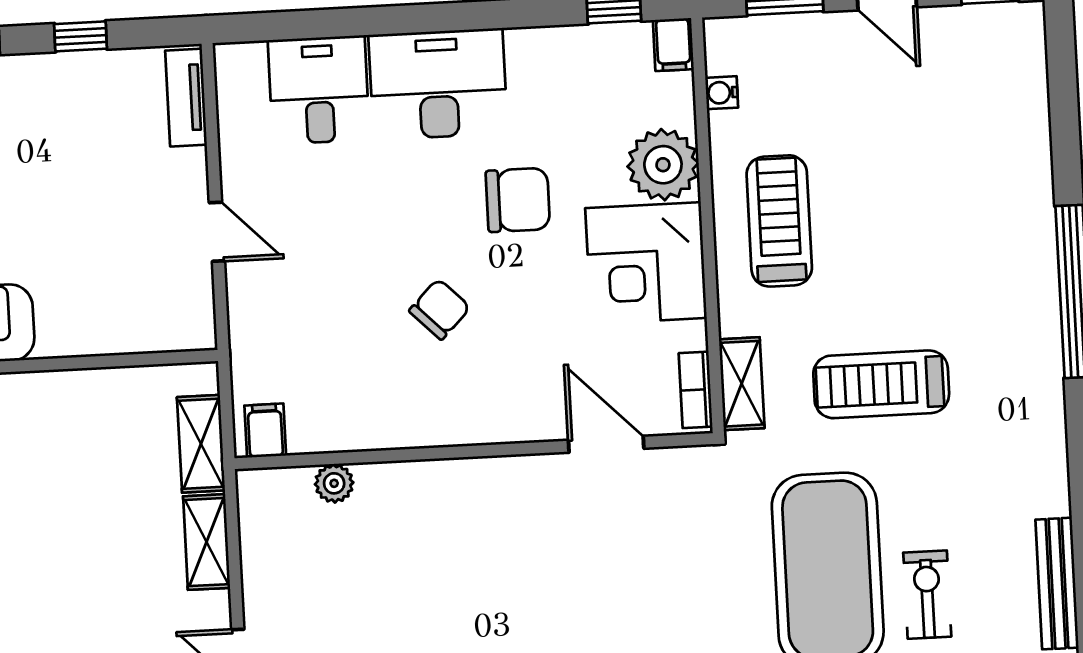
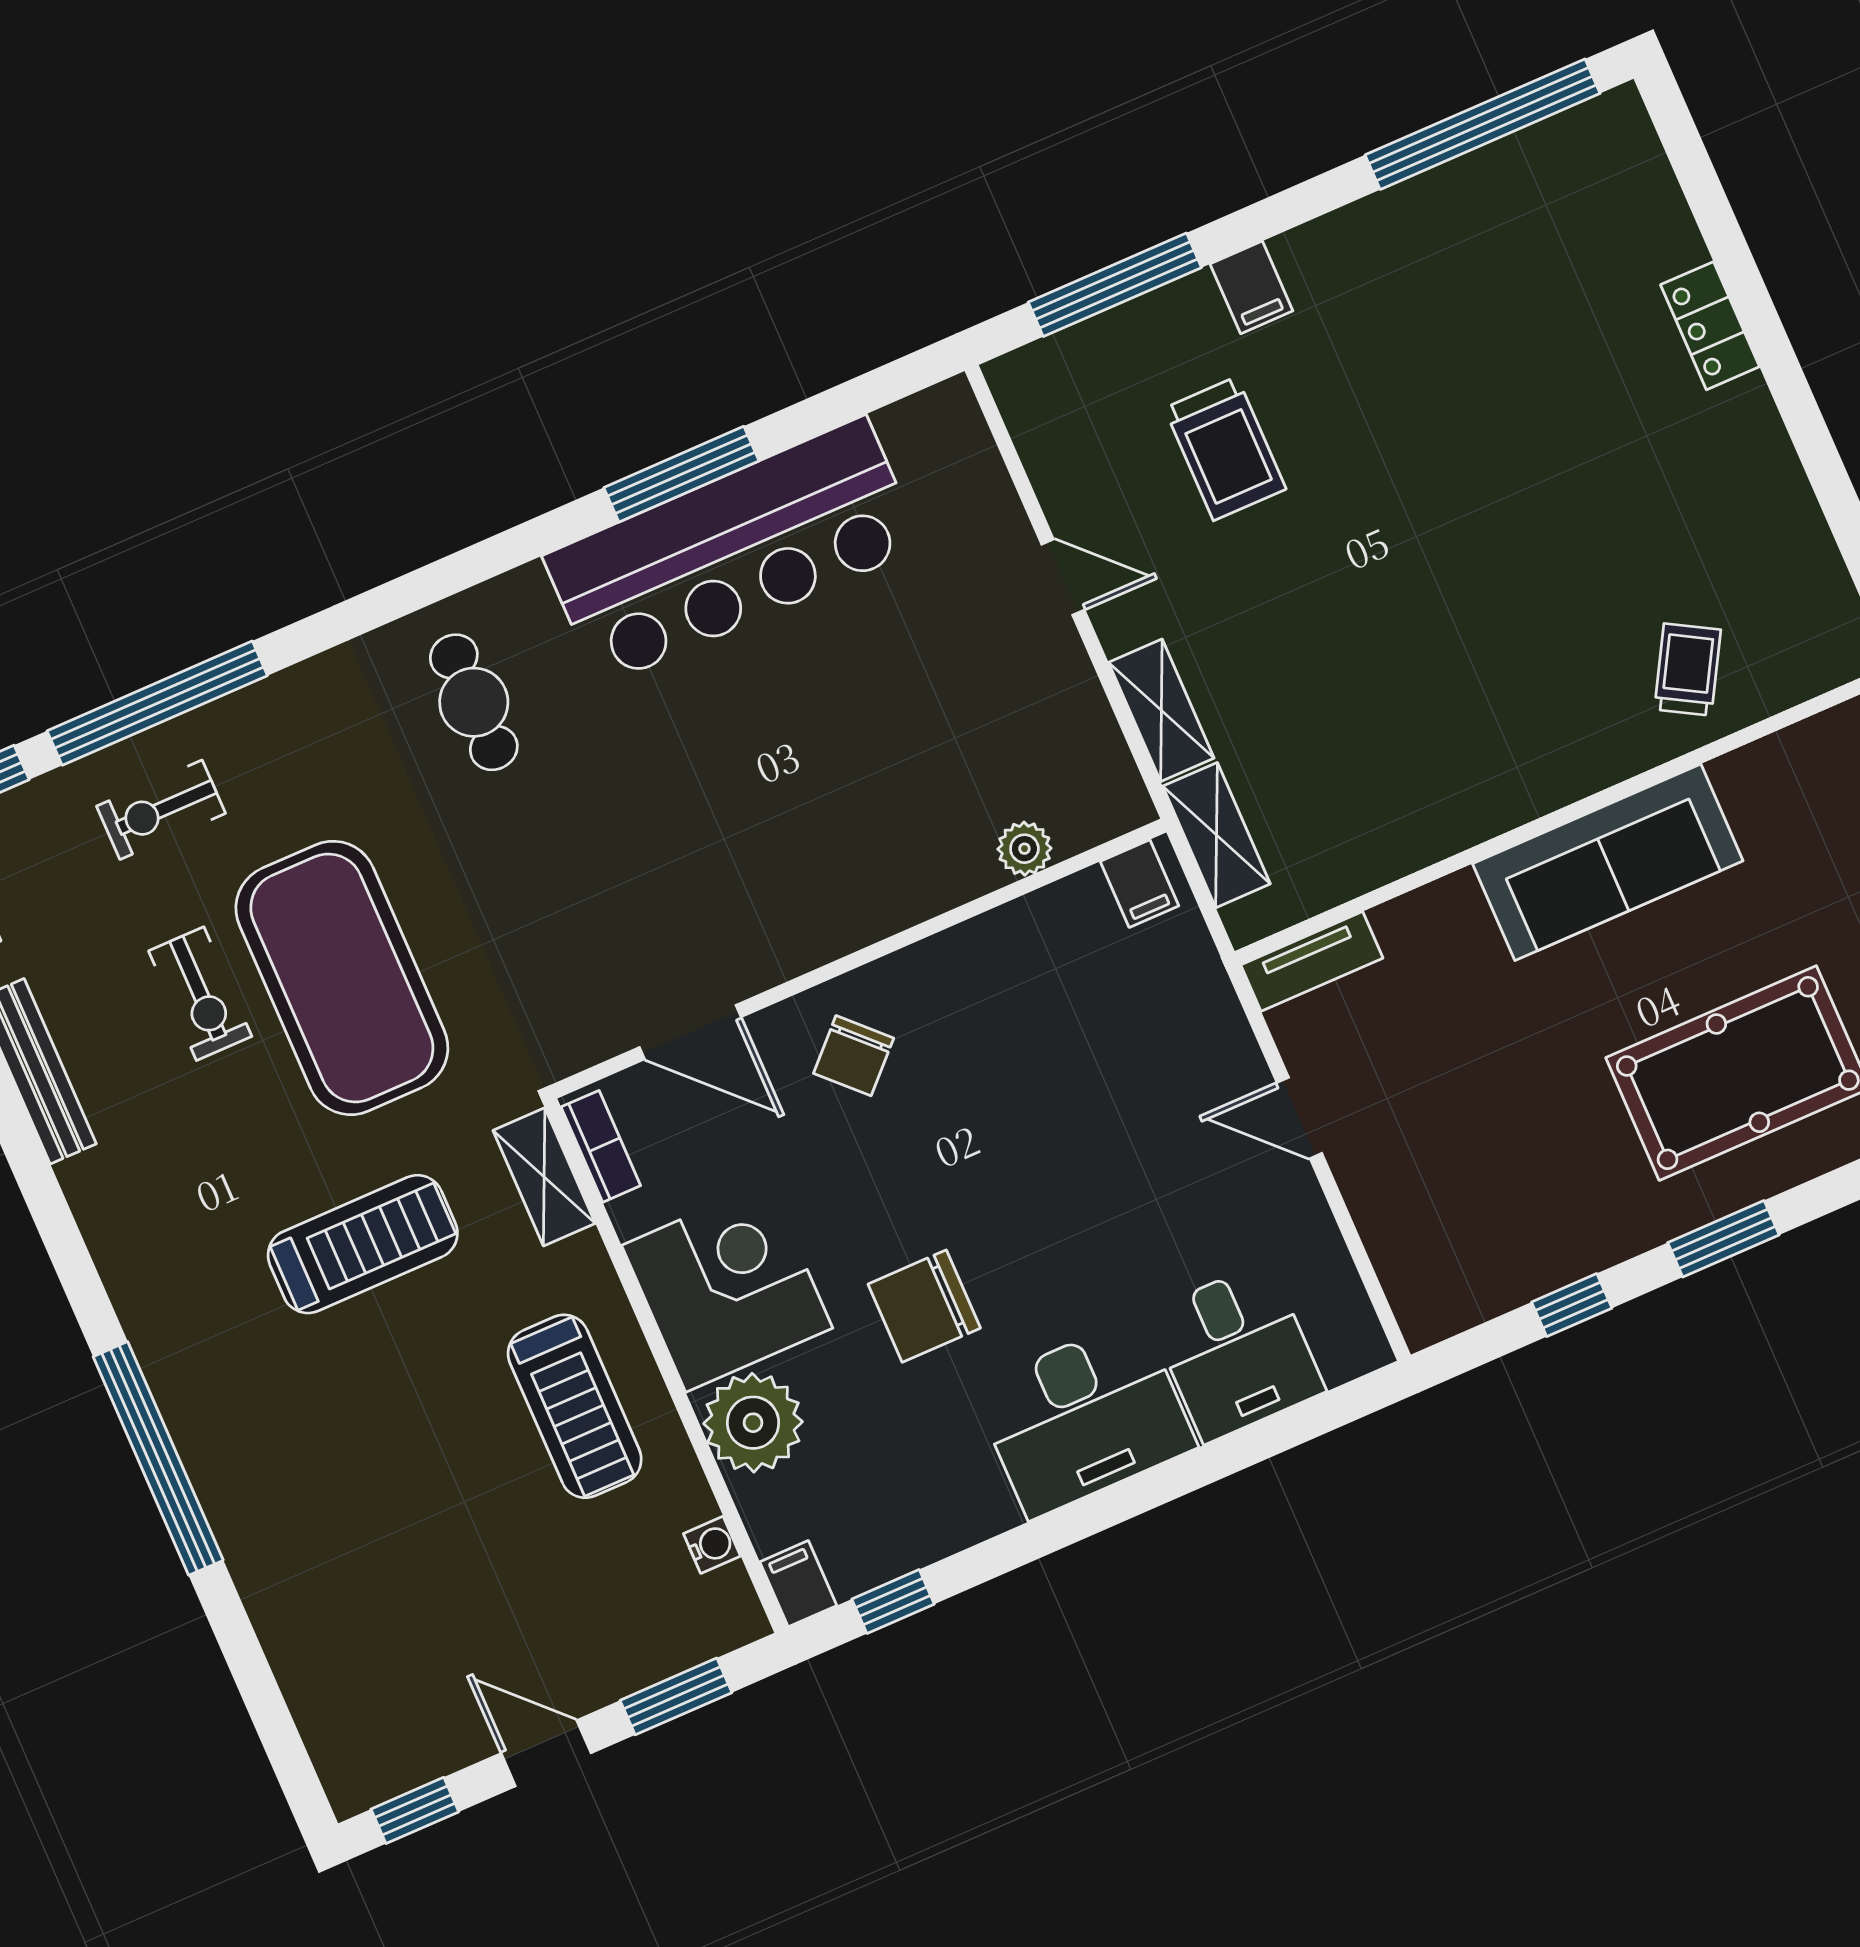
tv unit: (186, 98) -> (1312, 961), moved, turned 90
chair: (440, 309) -> (854, 1056), moved

